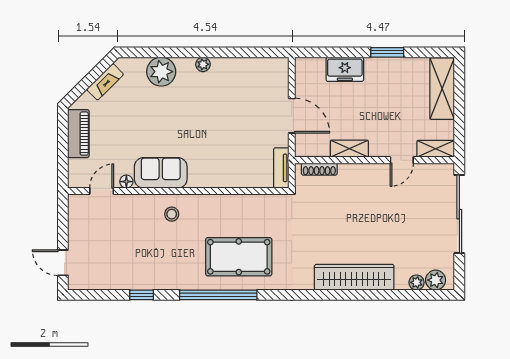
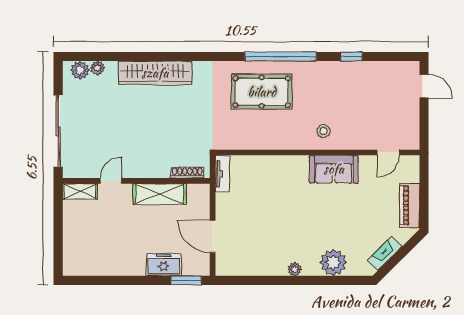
window: (387, 52) -> (186, 280), moved
shelving: (442, 89) -> (74, 247), removed
door: (292, 116) -> (213, 236), moved
shelving: (349, 149) -> (160, 194), width x1.50, depth x1.33
floor lamp: (126, 182) -> (365, 161), removed

